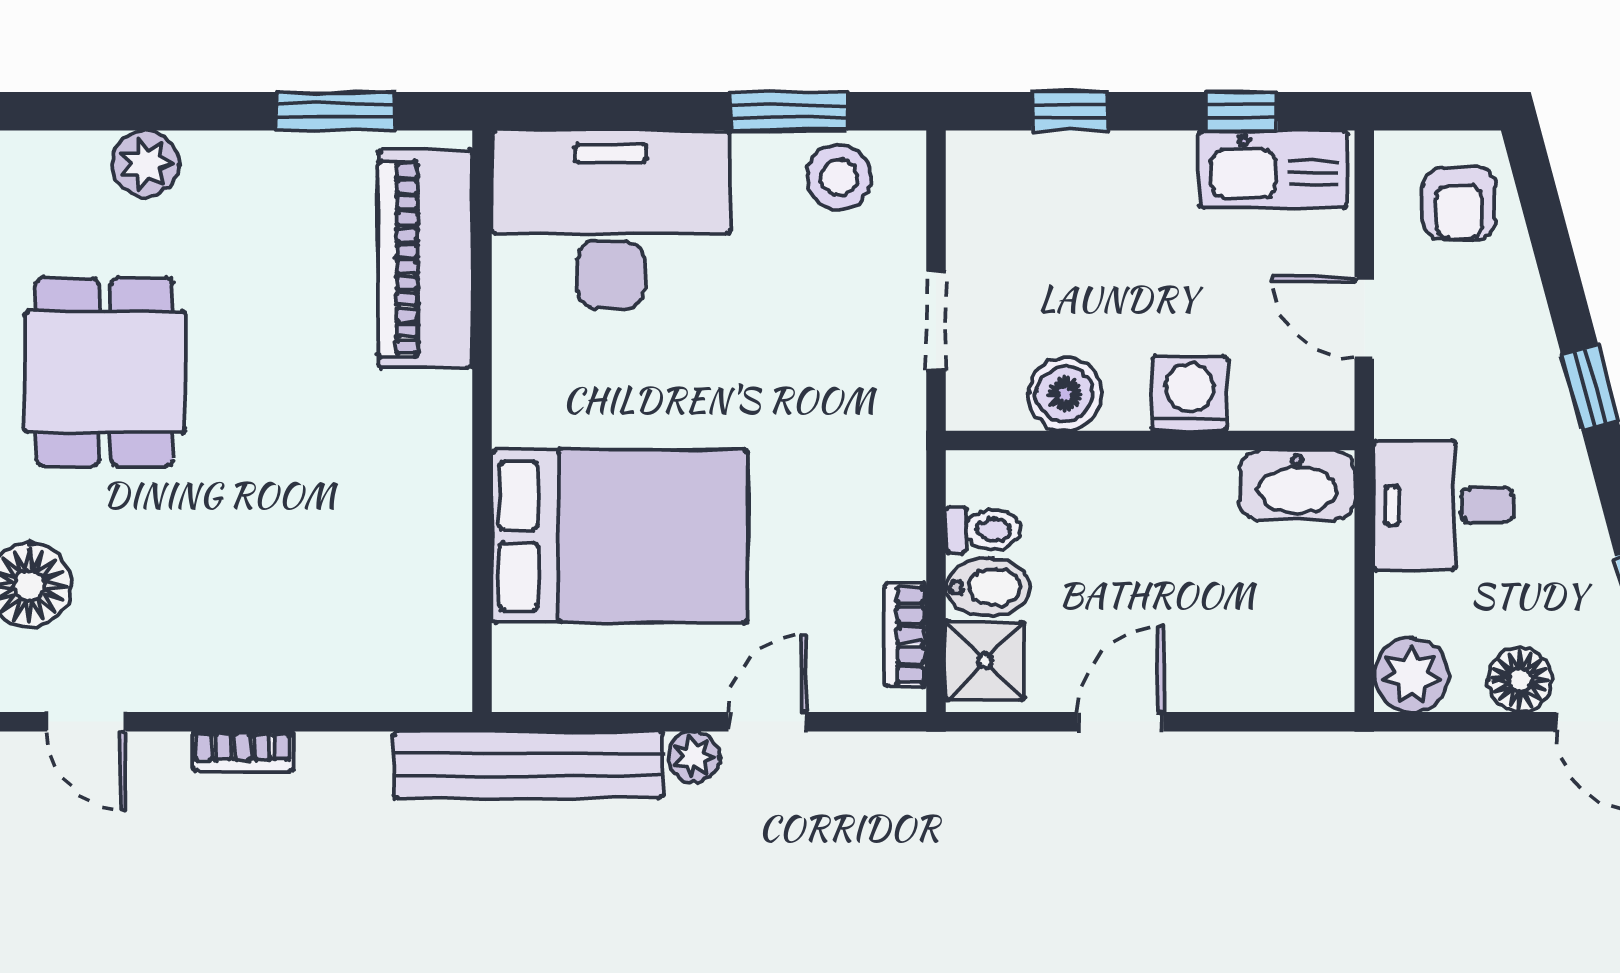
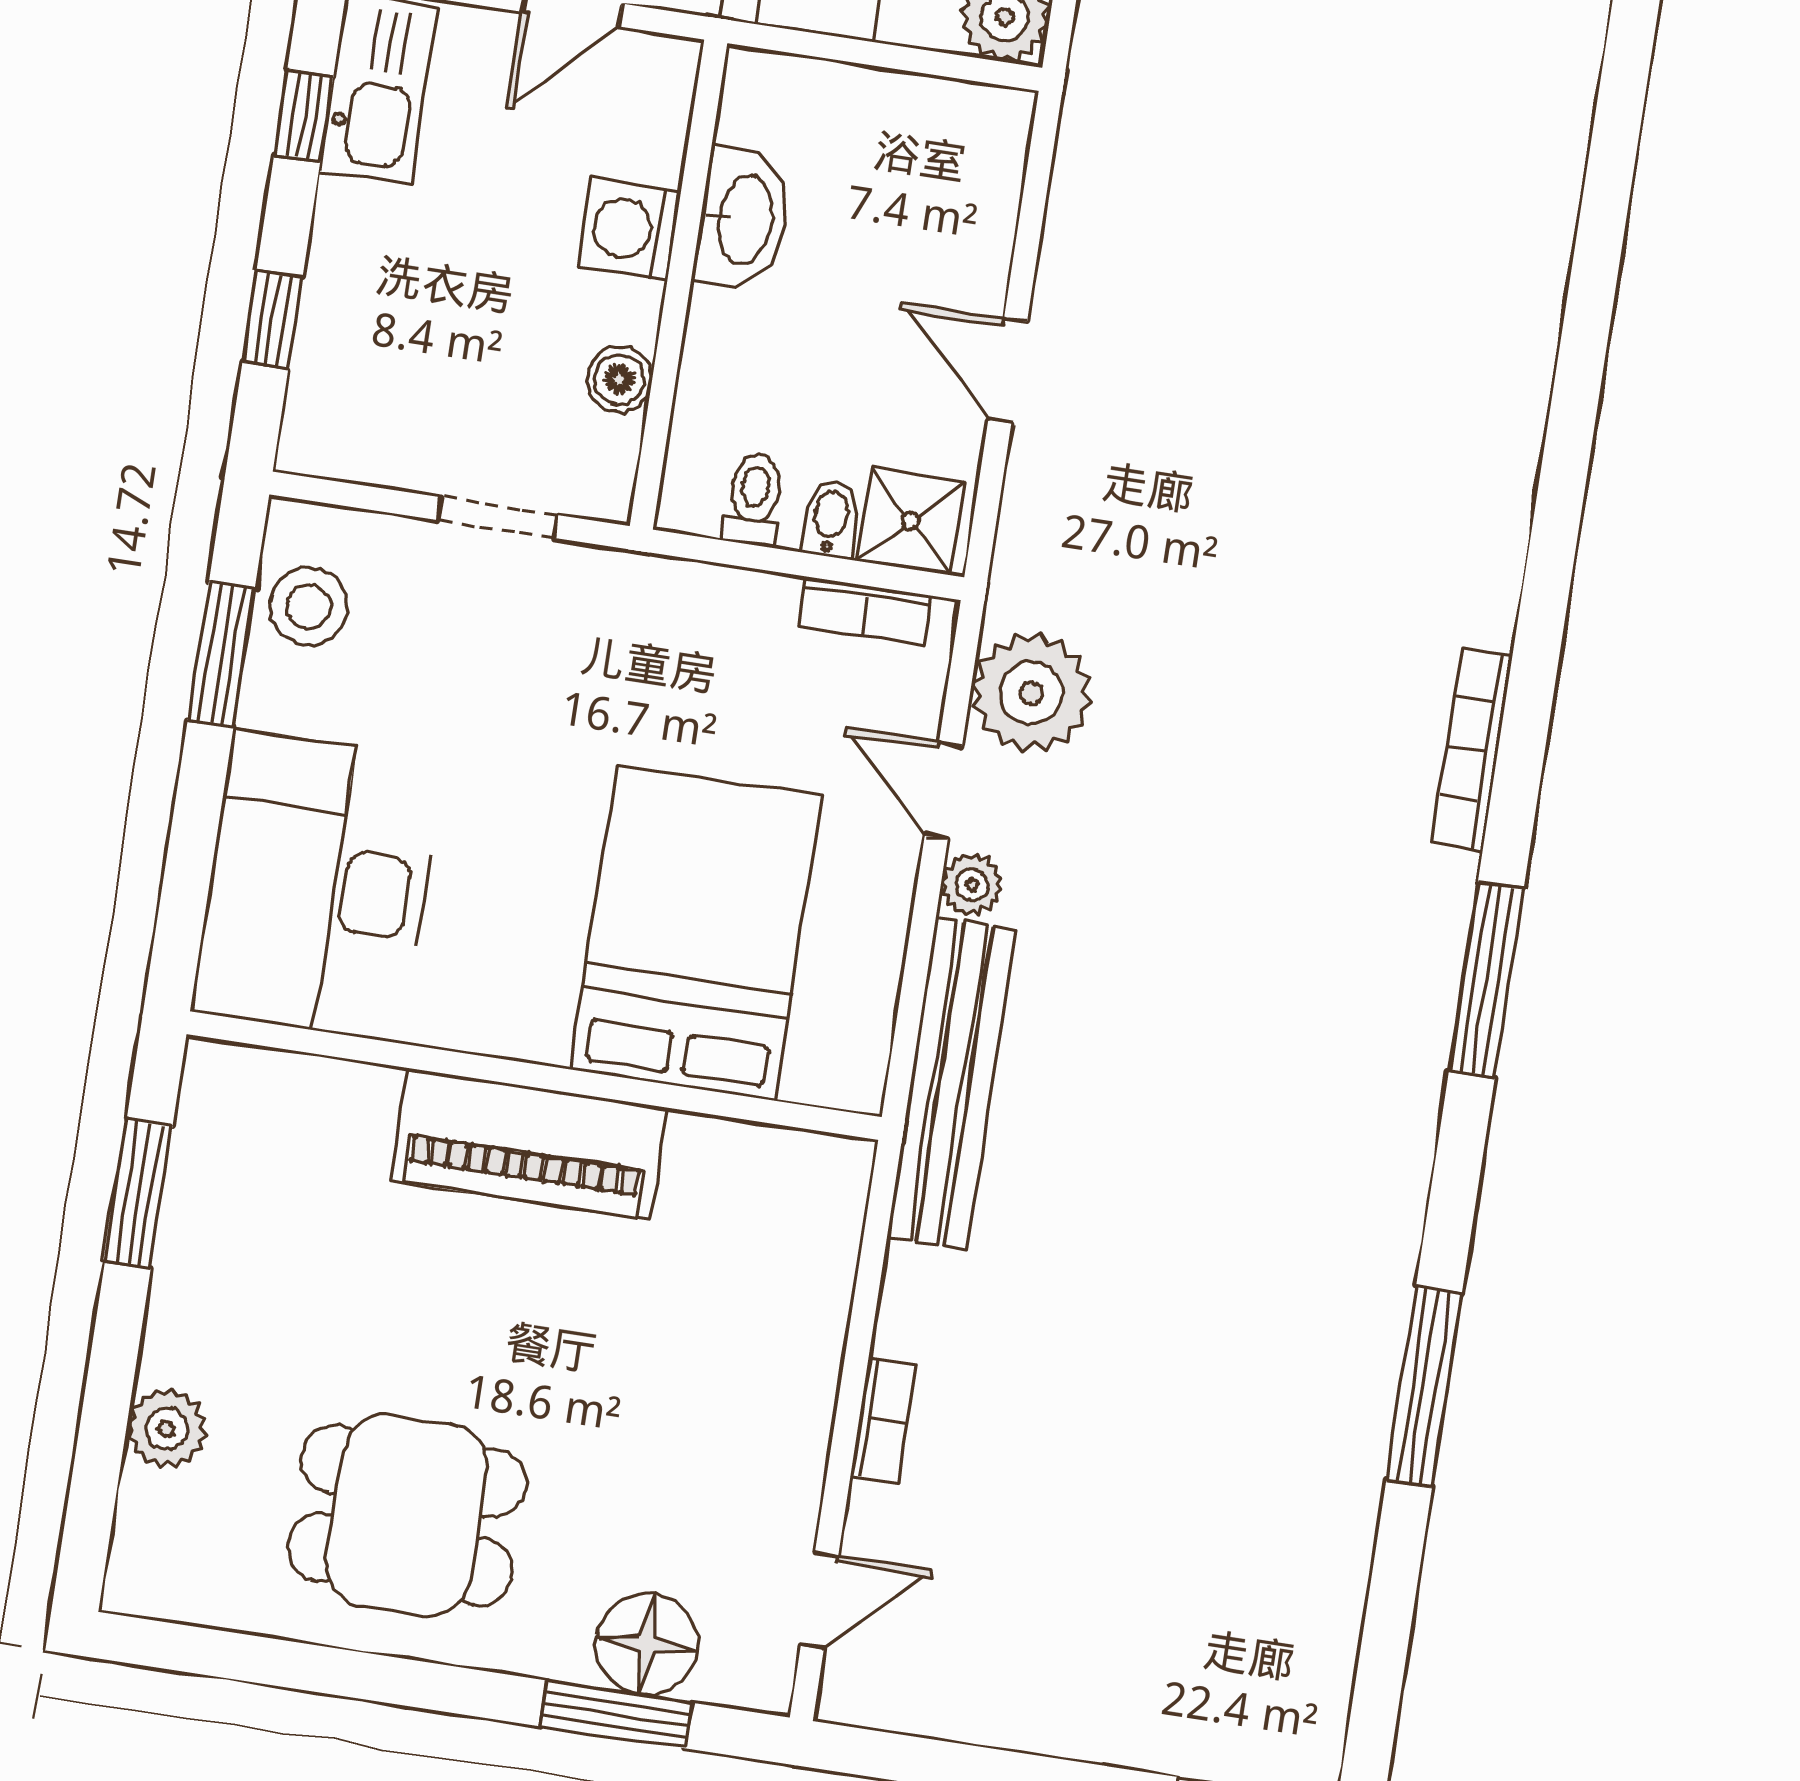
piano: (425, 259) -> (528, 1144), moved
boiler: (1065, 394) -> (619, 379), width x0.73, depth x0.73
washbasin: (1297, 485) -> (743, 219), moved
bidet: (988, 587) -> (831, 519), width x0.72, depth x0.74
plant: (859, 782) -> (1031, 693), added

